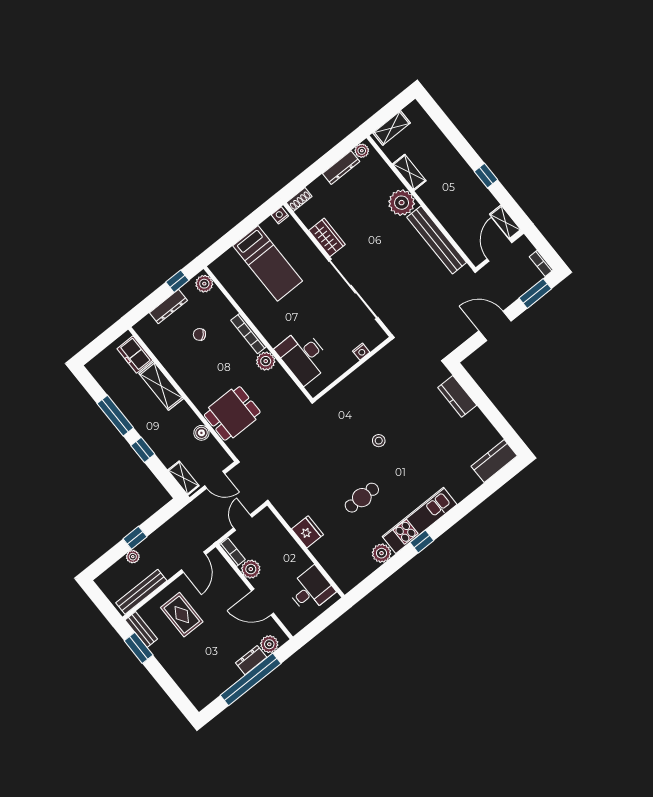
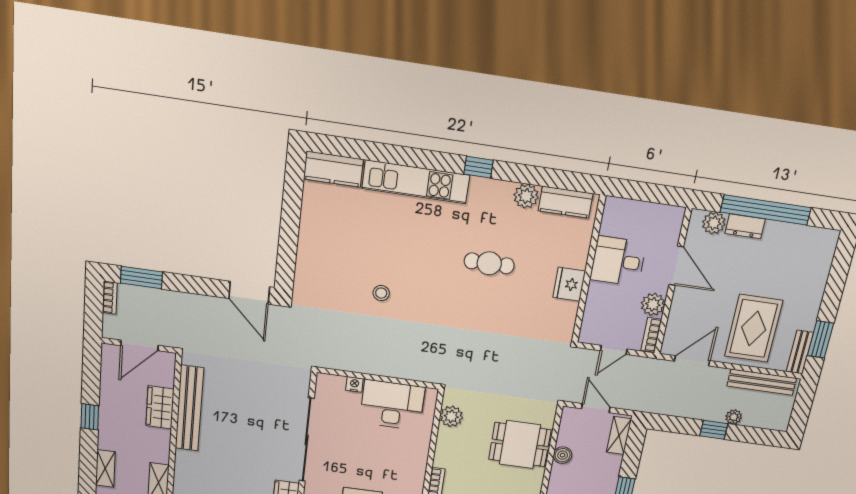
plant: (402, 203) -> (190, 466), removed
shelving: (505, 222) -> (105, 469), moved
wardrobe: (453, 223) -> (160, 407), added
door: (495, 326) -> (249, 293), moved
desk: (303, 356) -> (392, 405), moved, turned -90
plant: (266, 361) -> (451, 416), moved
kitchen counter: (457, 396) -> (566, 202), moved, turned 90
stool: (379, 441) -> (381, 293), moved
kitchen unit: (420, 520) -> (416, 182), moved
desk: (311, 590) -> (618, 261), moved
rug: (182, 615) -> (754, 328), width x1.36, depth x1.43

